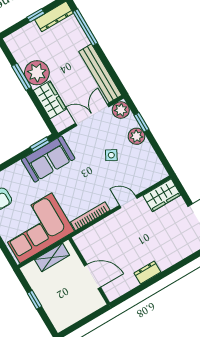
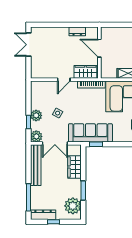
plant: (37, 73) -> (73, 206), moved
sofa: (48, 159) -> (90, 133), width x1.36
wardrobe: (162, 195) -> (85, 72), moved
door: (128, 202) -> (64, 80), hinge flipped
wall: (89, 271) -> (99, 53), moved
door: (92, 277) -> (99, 48), moved

